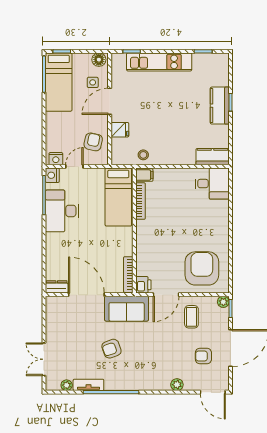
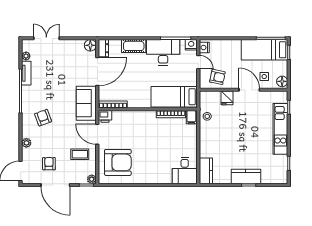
cot: (54, 248) -> (134, 46), added
floor lamp: (53, 303) -> (90, 45), added
armchair: (111, 349) -> (43, 118), moved

